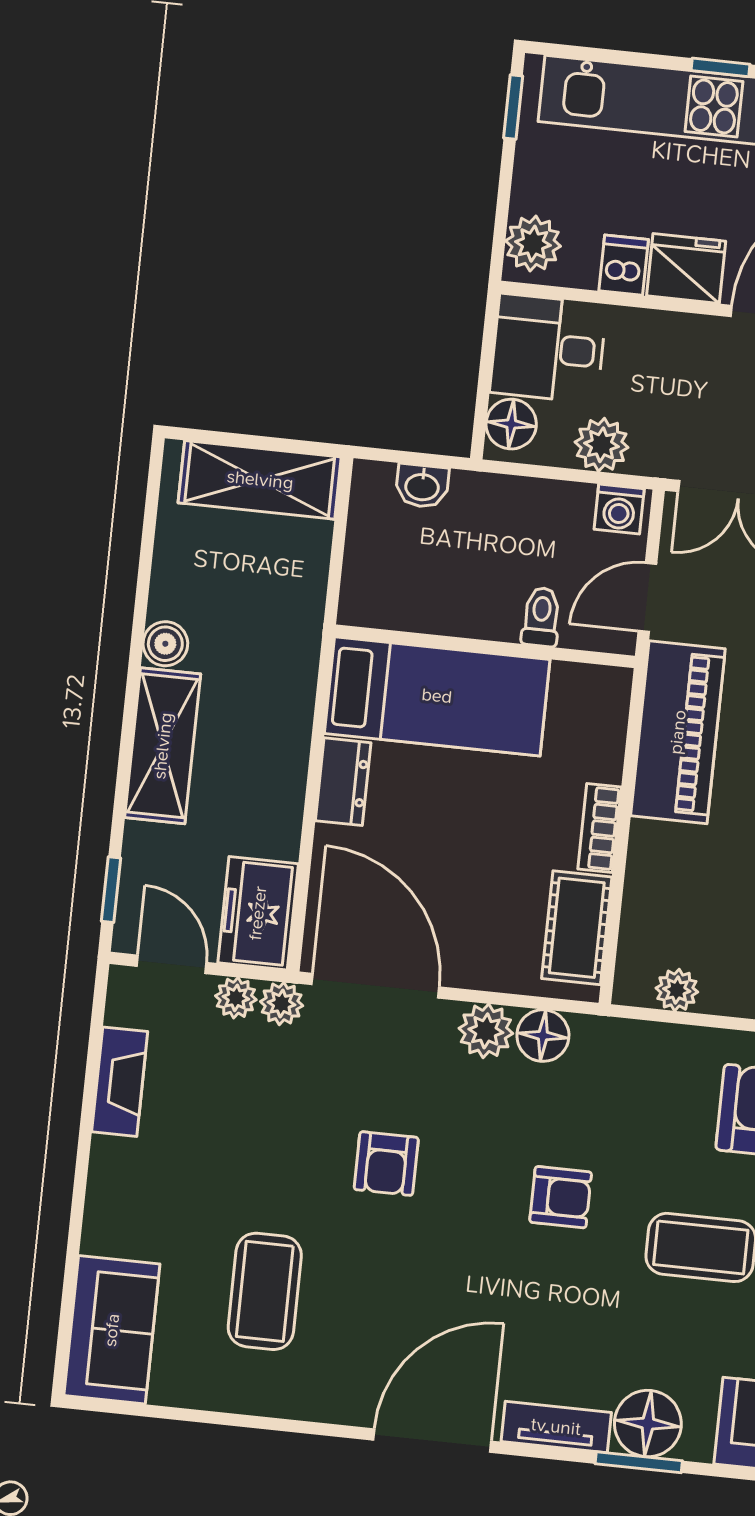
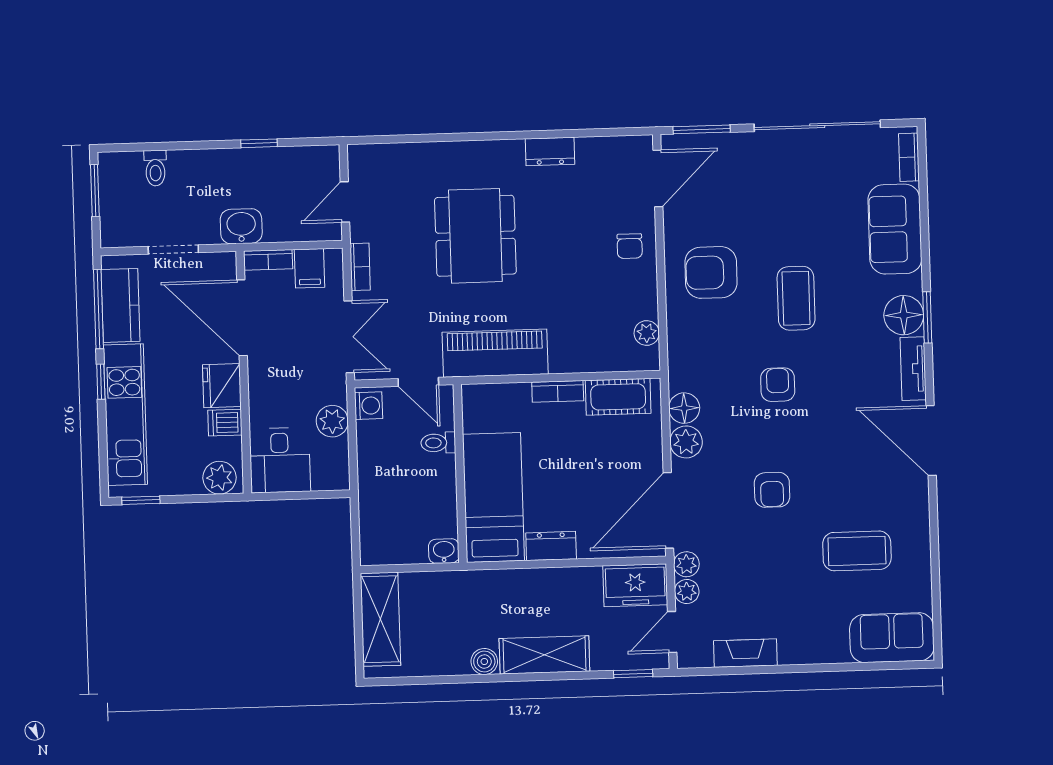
floor lamp: (511, 424) -> (327, 476), removed
washbasin: (422, 486) -> (444, 551), moved, turned -90
armchair: (386, 1164) -> (772, 490), turned 90

